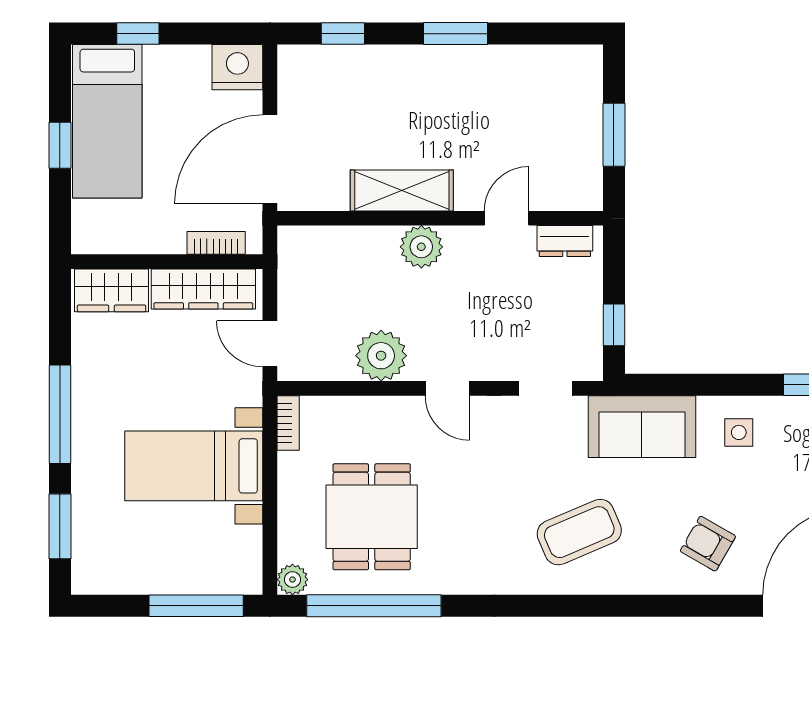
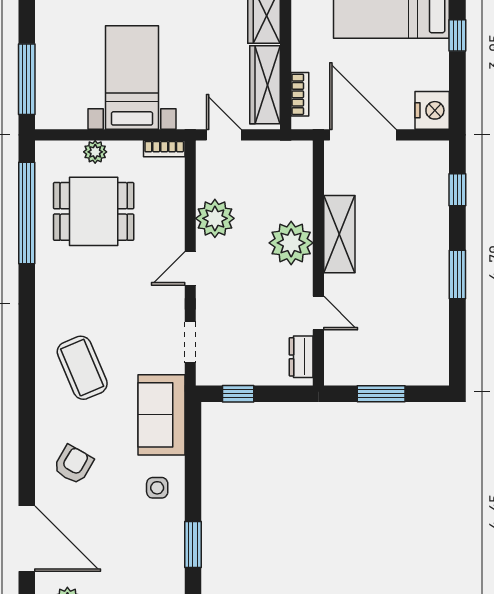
plant: (421, 247) -> (291, 243), width x1.36, depth x1.36
door: (270, 344) -> (224, 135), hinge flipped
plant: (292, 580) -> (95, 152), moved

